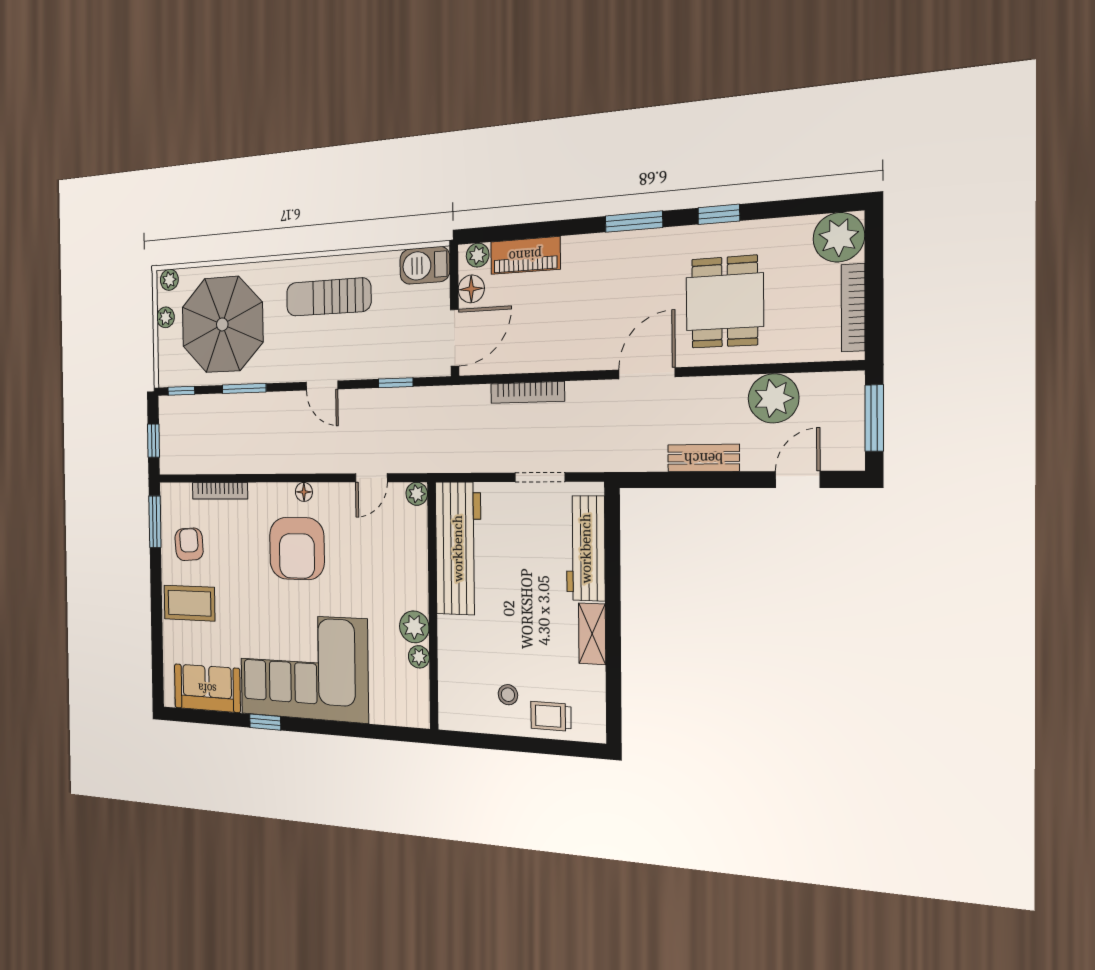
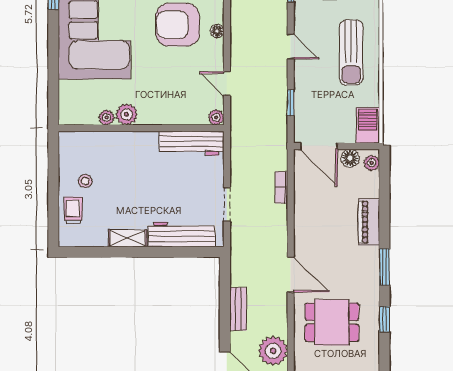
piano: (525, 255) -> (369, 222), moved
sun lounger: (328, 297) -> (351, 52), turned 180
door: (322, 386) -> (291, 46), swing flipped
bookcase: (527, 392) -> (281, 187), width x0.64
workbench: (458, 548) -> (192, 143), width x0.73, depth x0.76

